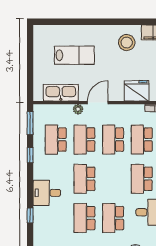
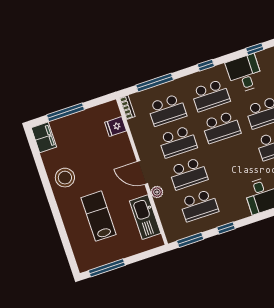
stool: (127, 43) -> (65, 178), moved
window: (30, 48) -> (107, 268), added
fridge: (137, 91) -> (116, 127), width x0.53, depth x0.75
school desk: (84, 179) -> (221, 127), moved

